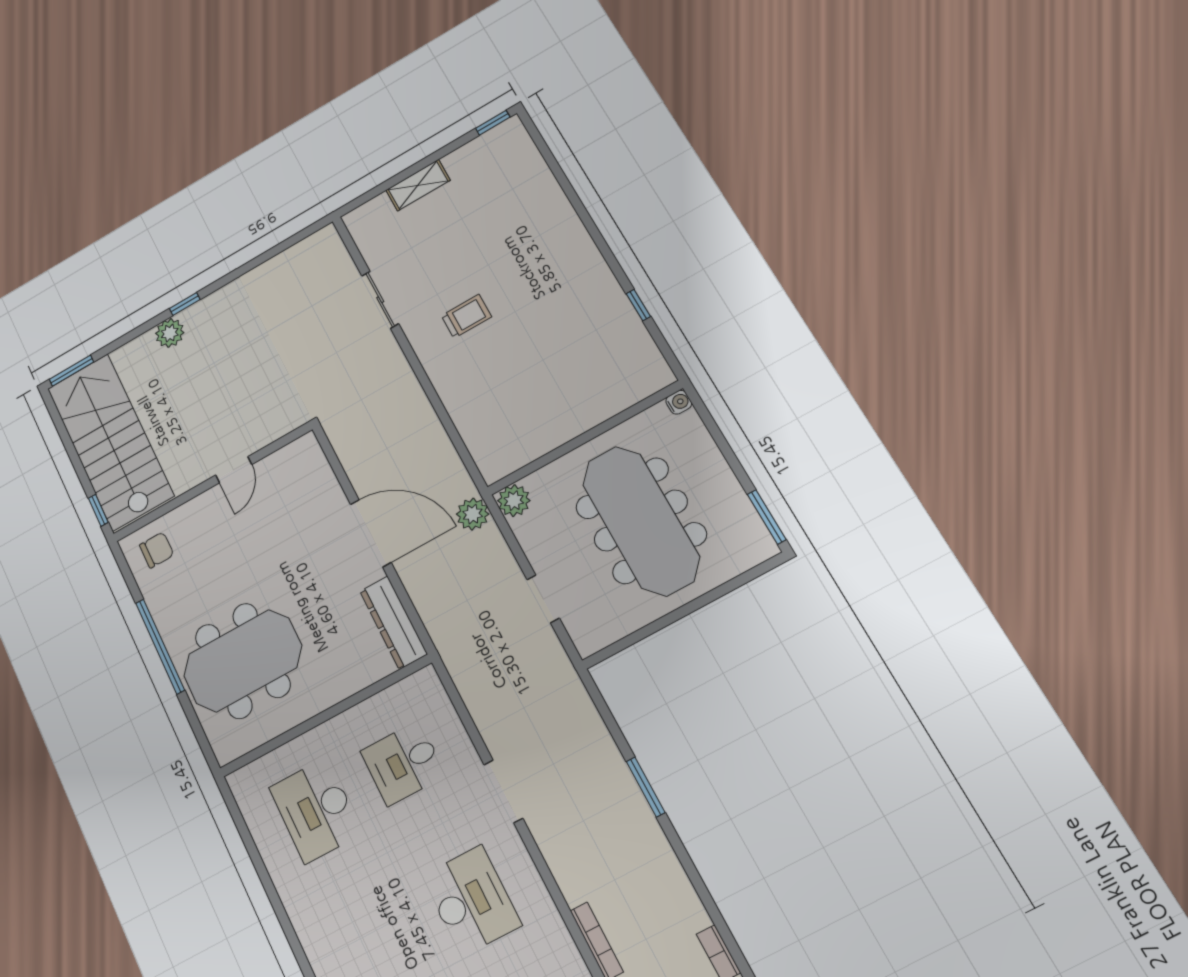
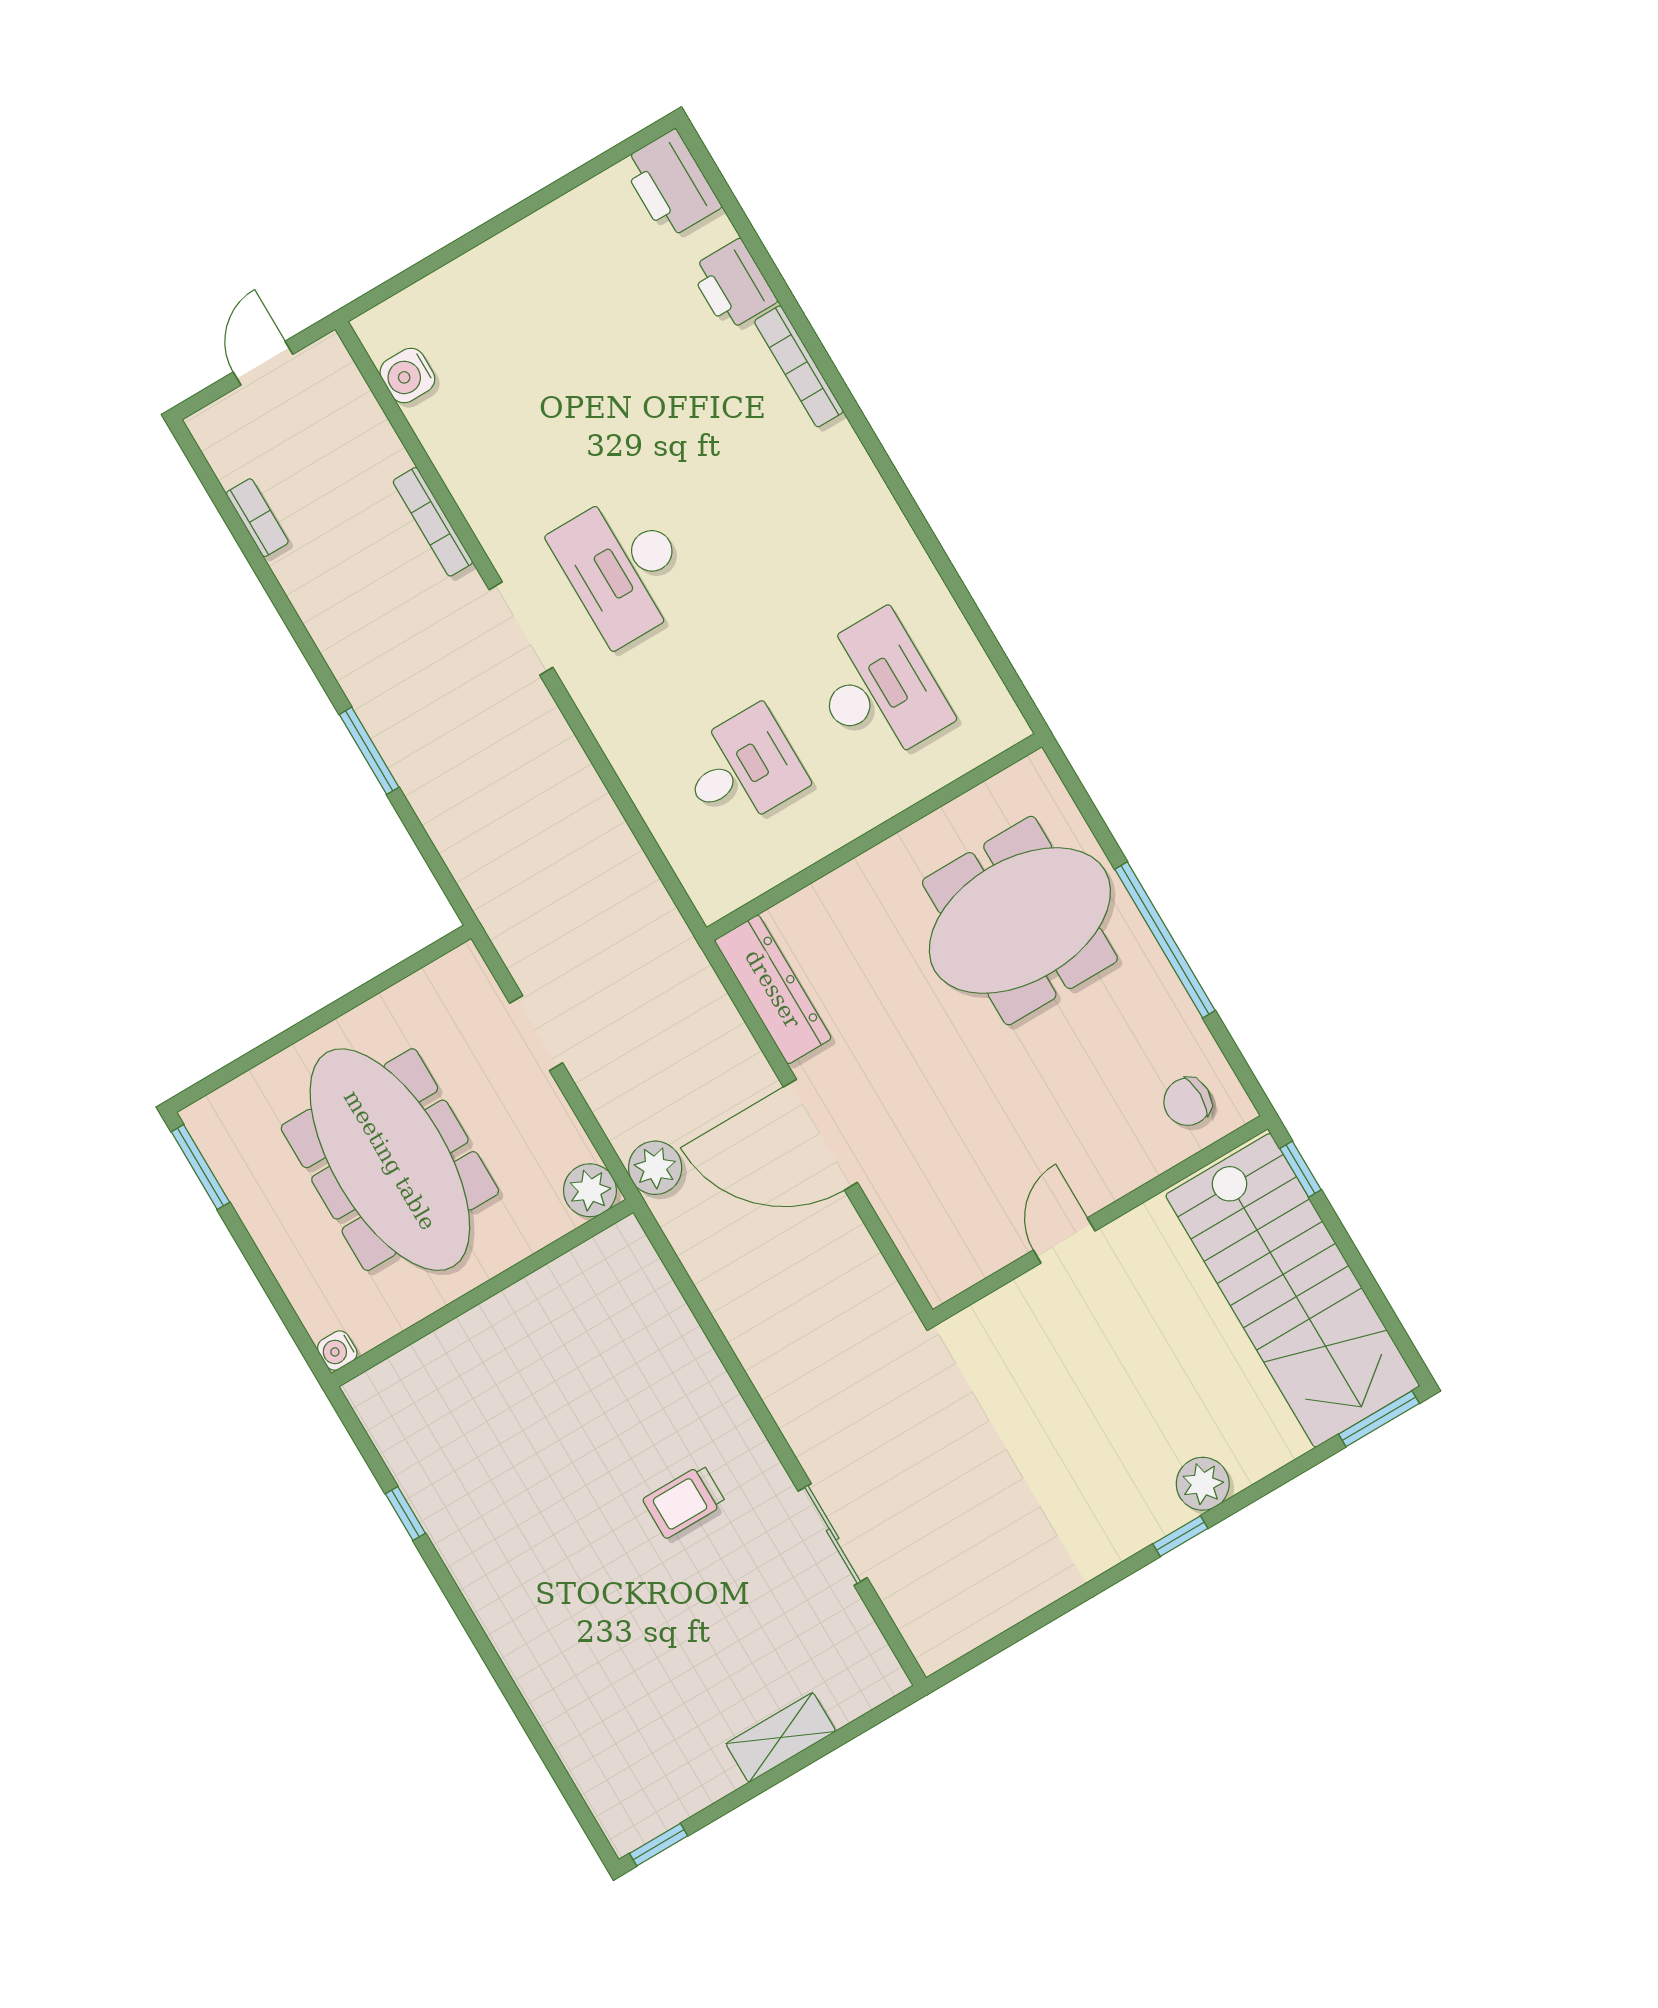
doorway: (503, 791) -> (521, 628), moved

